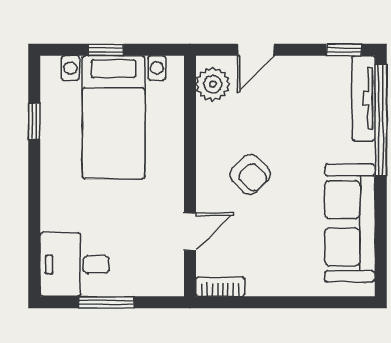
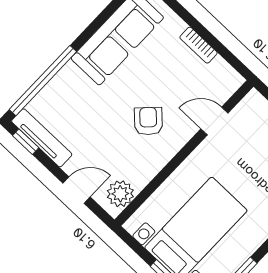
tv unit: (363, 98) -> (42, 138), moved, turned -90
bookcase: (220, 287) -> (198, 45), moved

